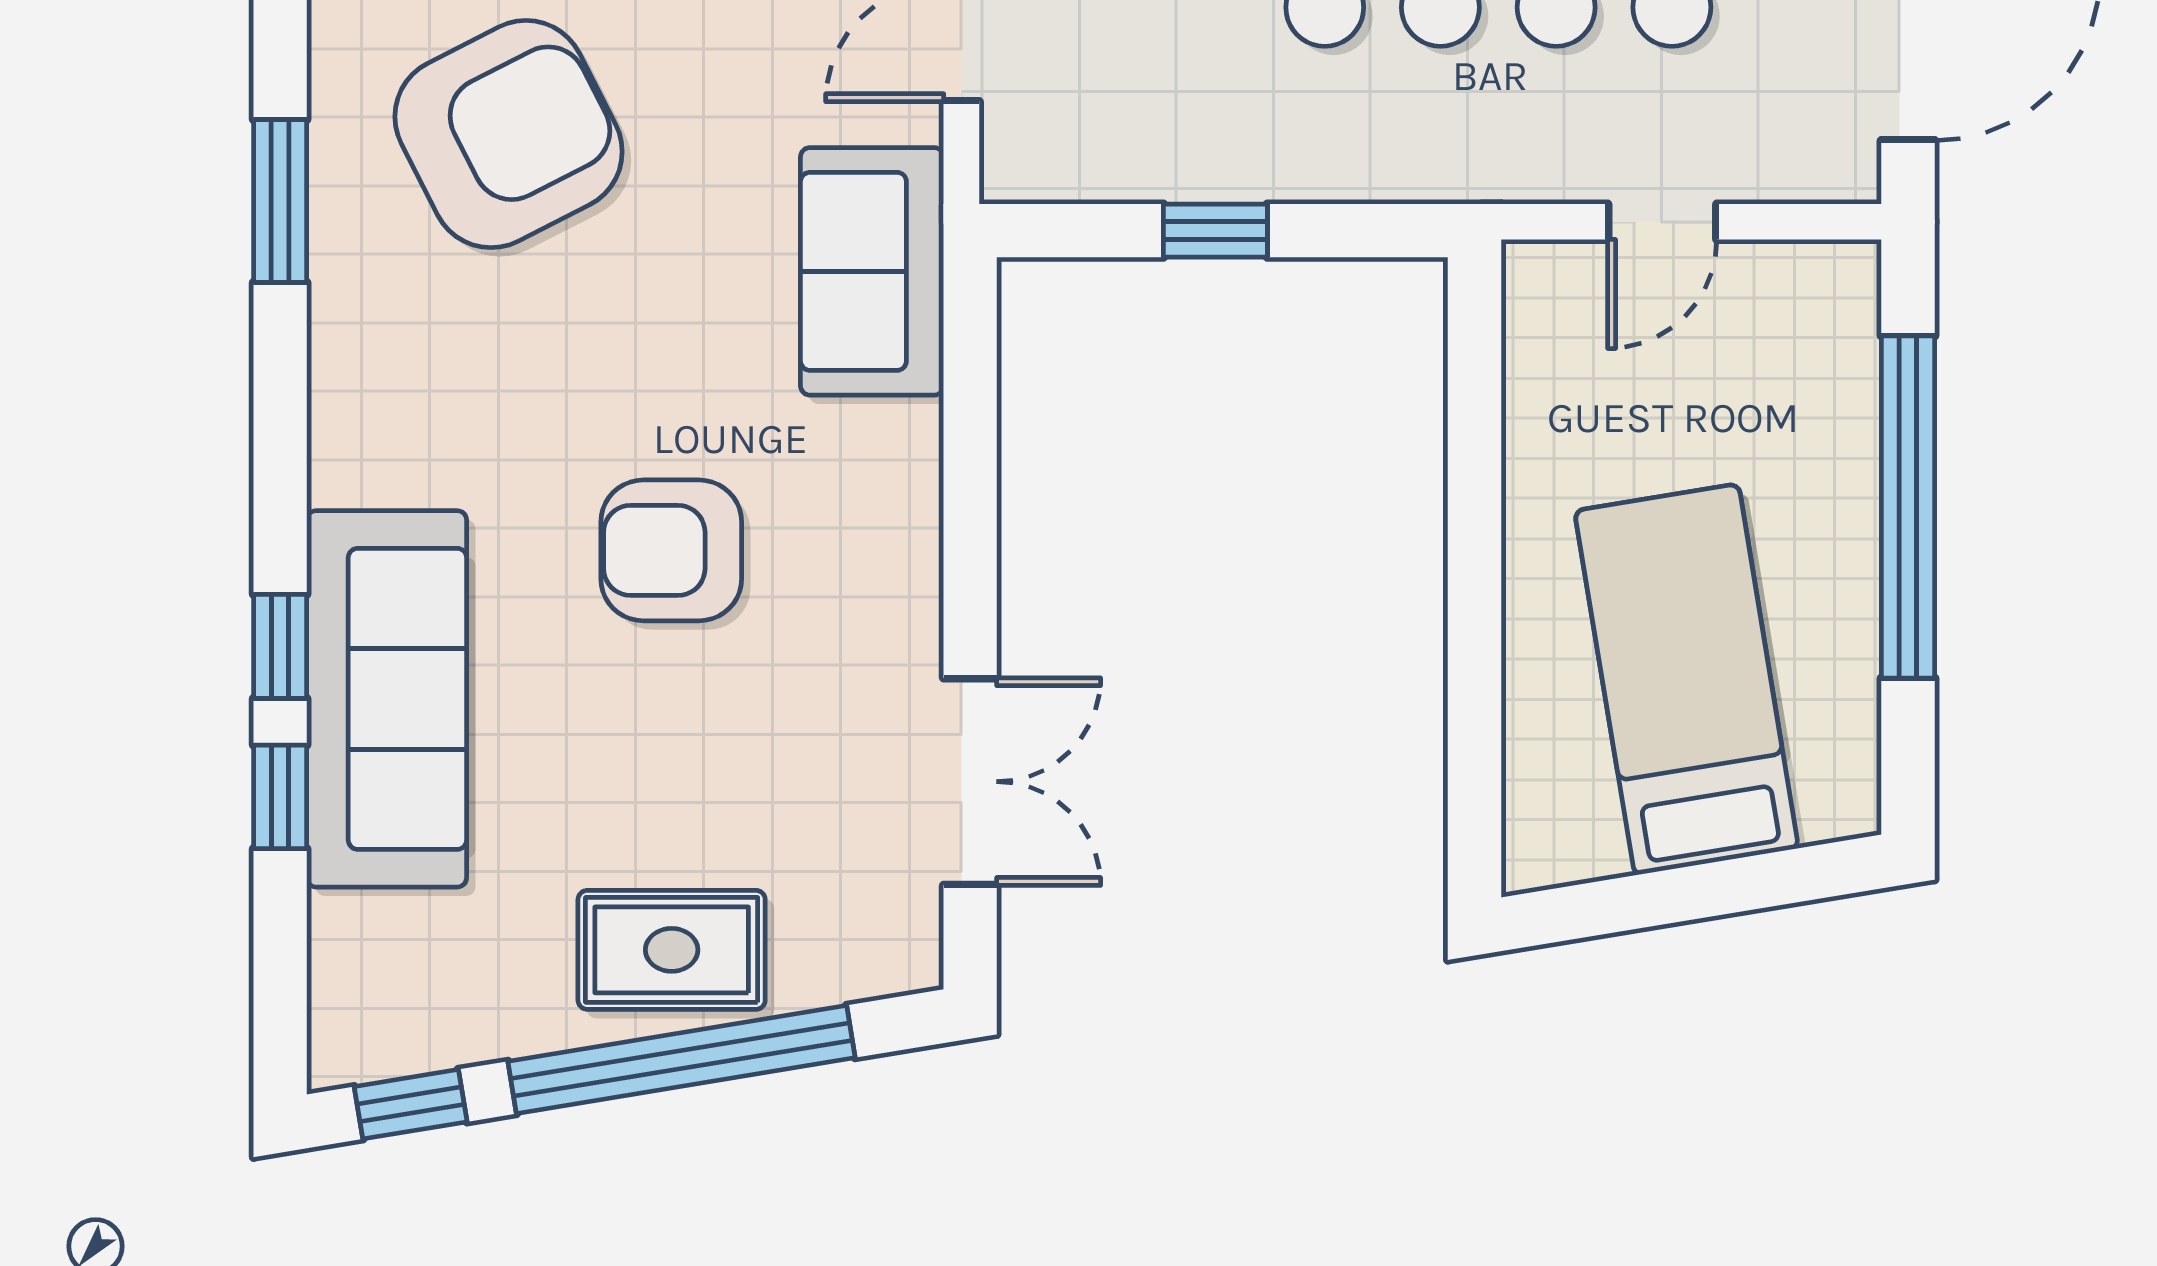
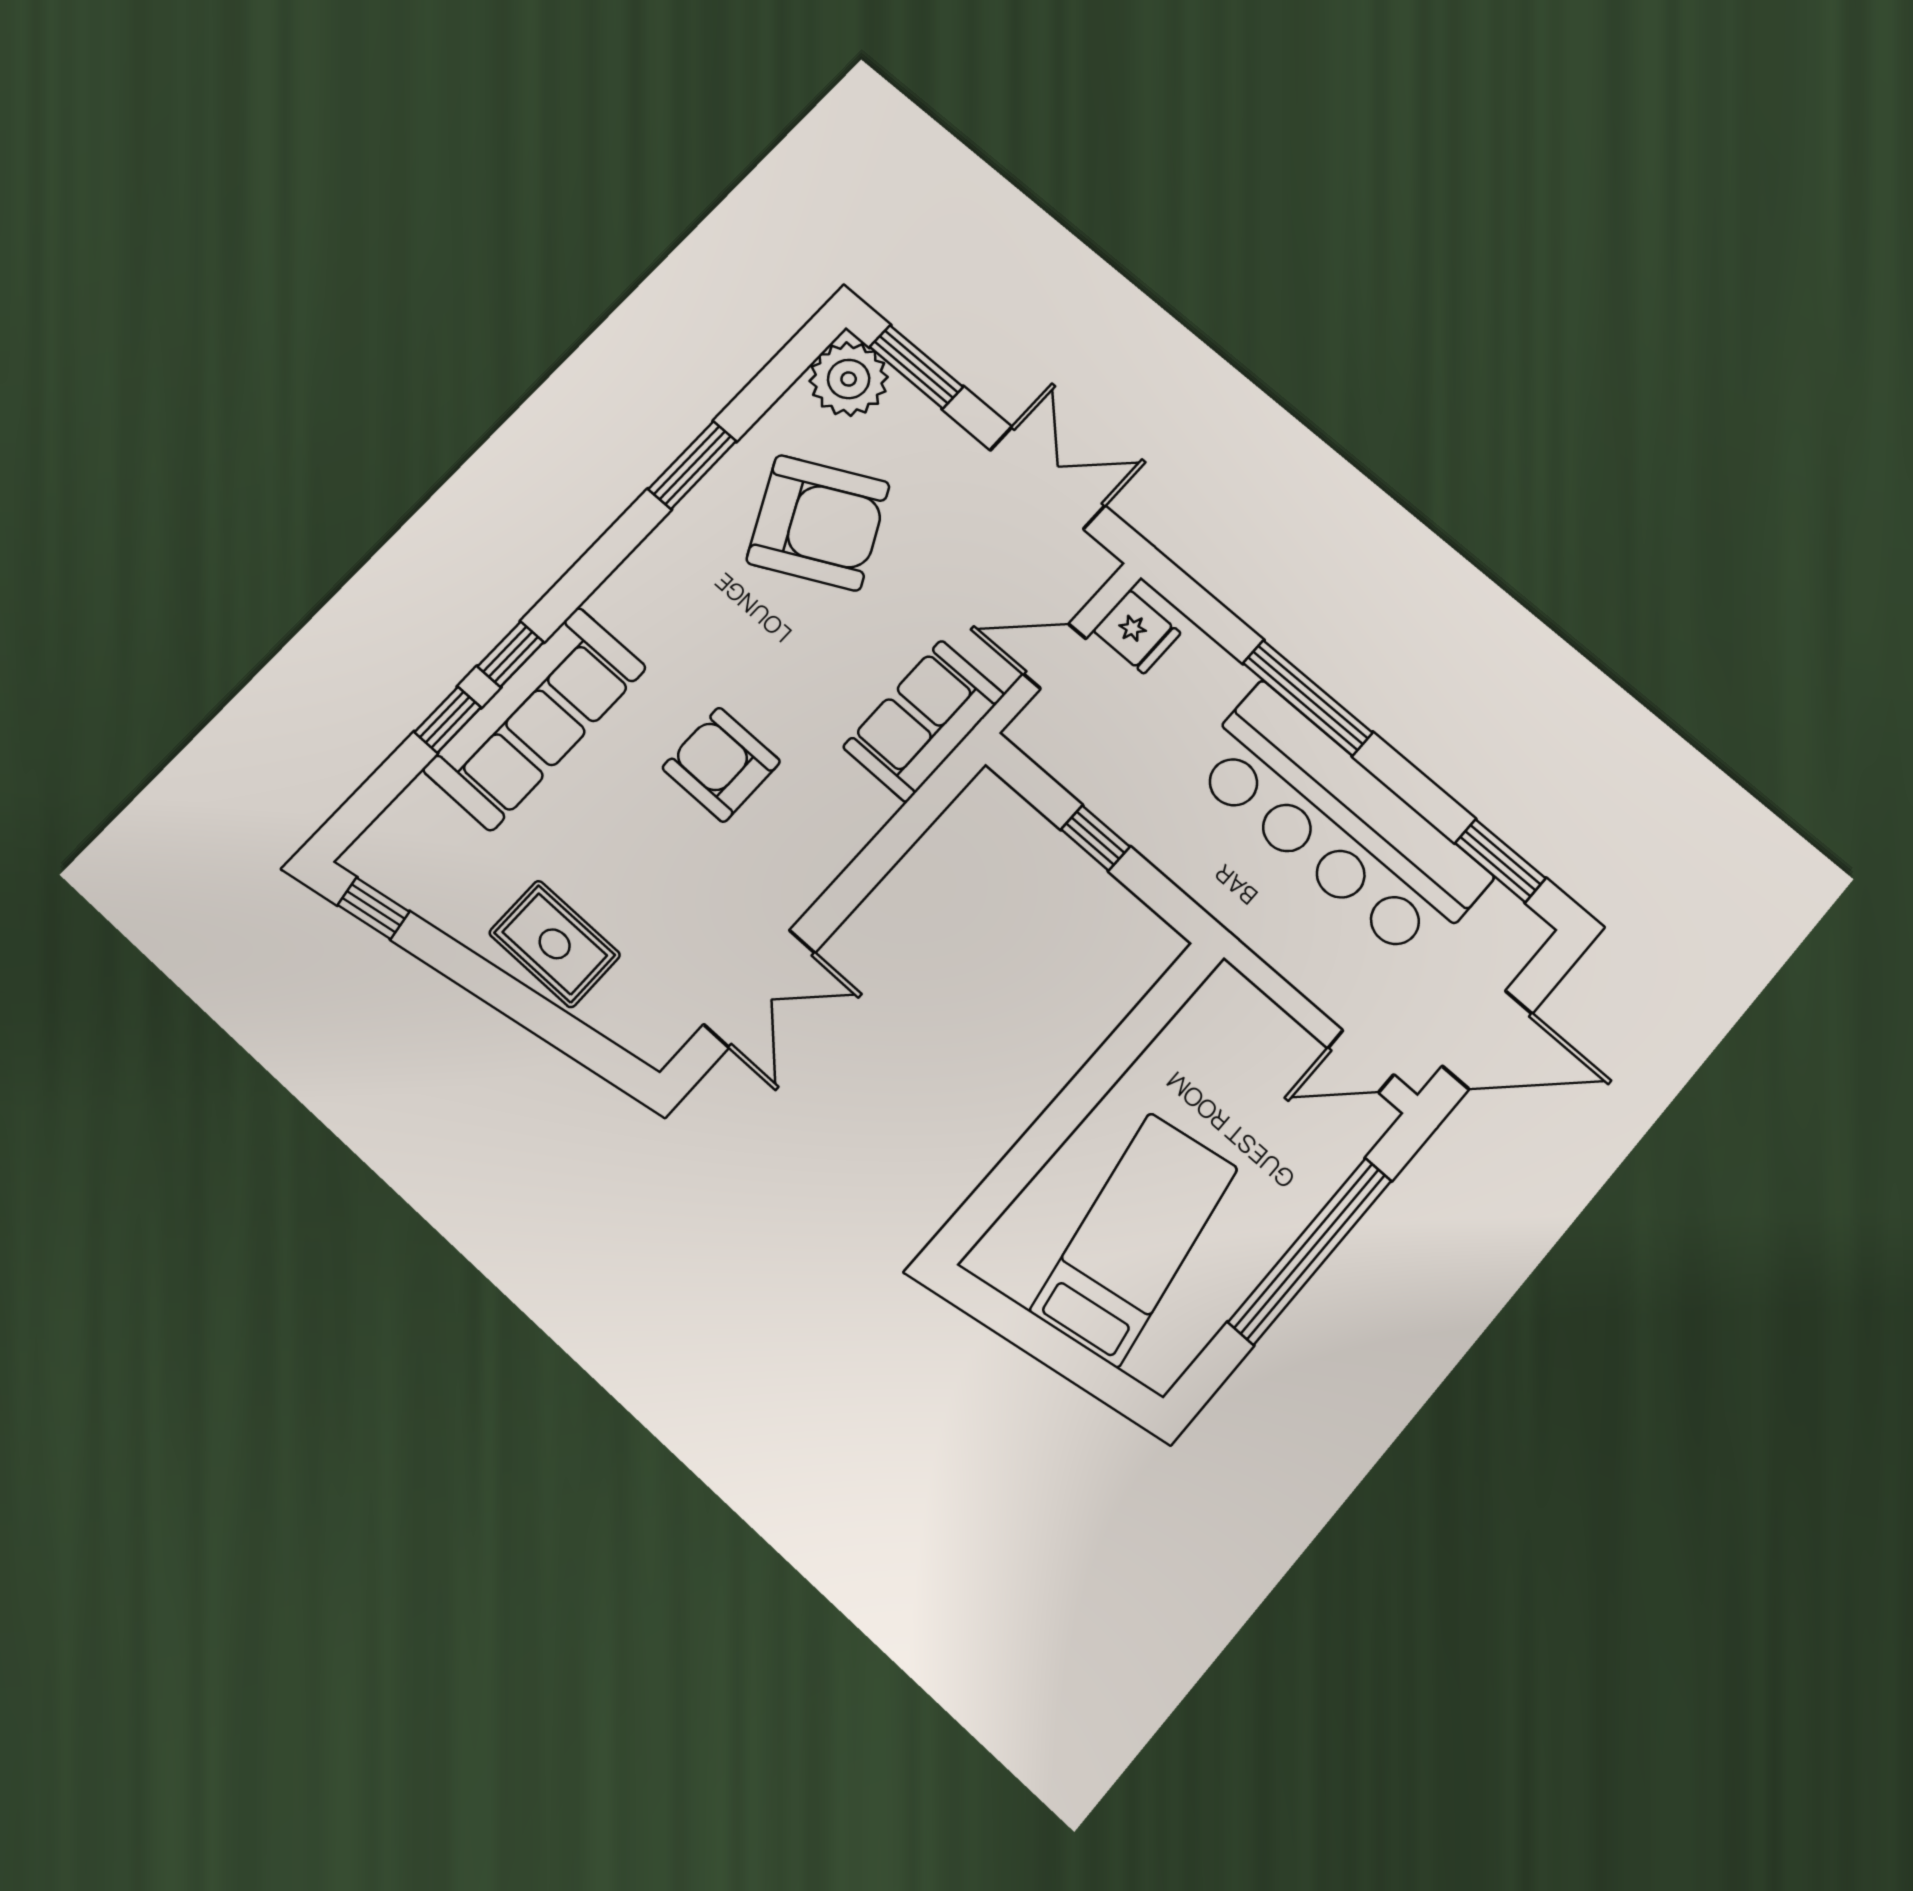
door: (1662, 222) -> (1361, 1061), moved
window: (682, 1059) -> (512, 998), removed

